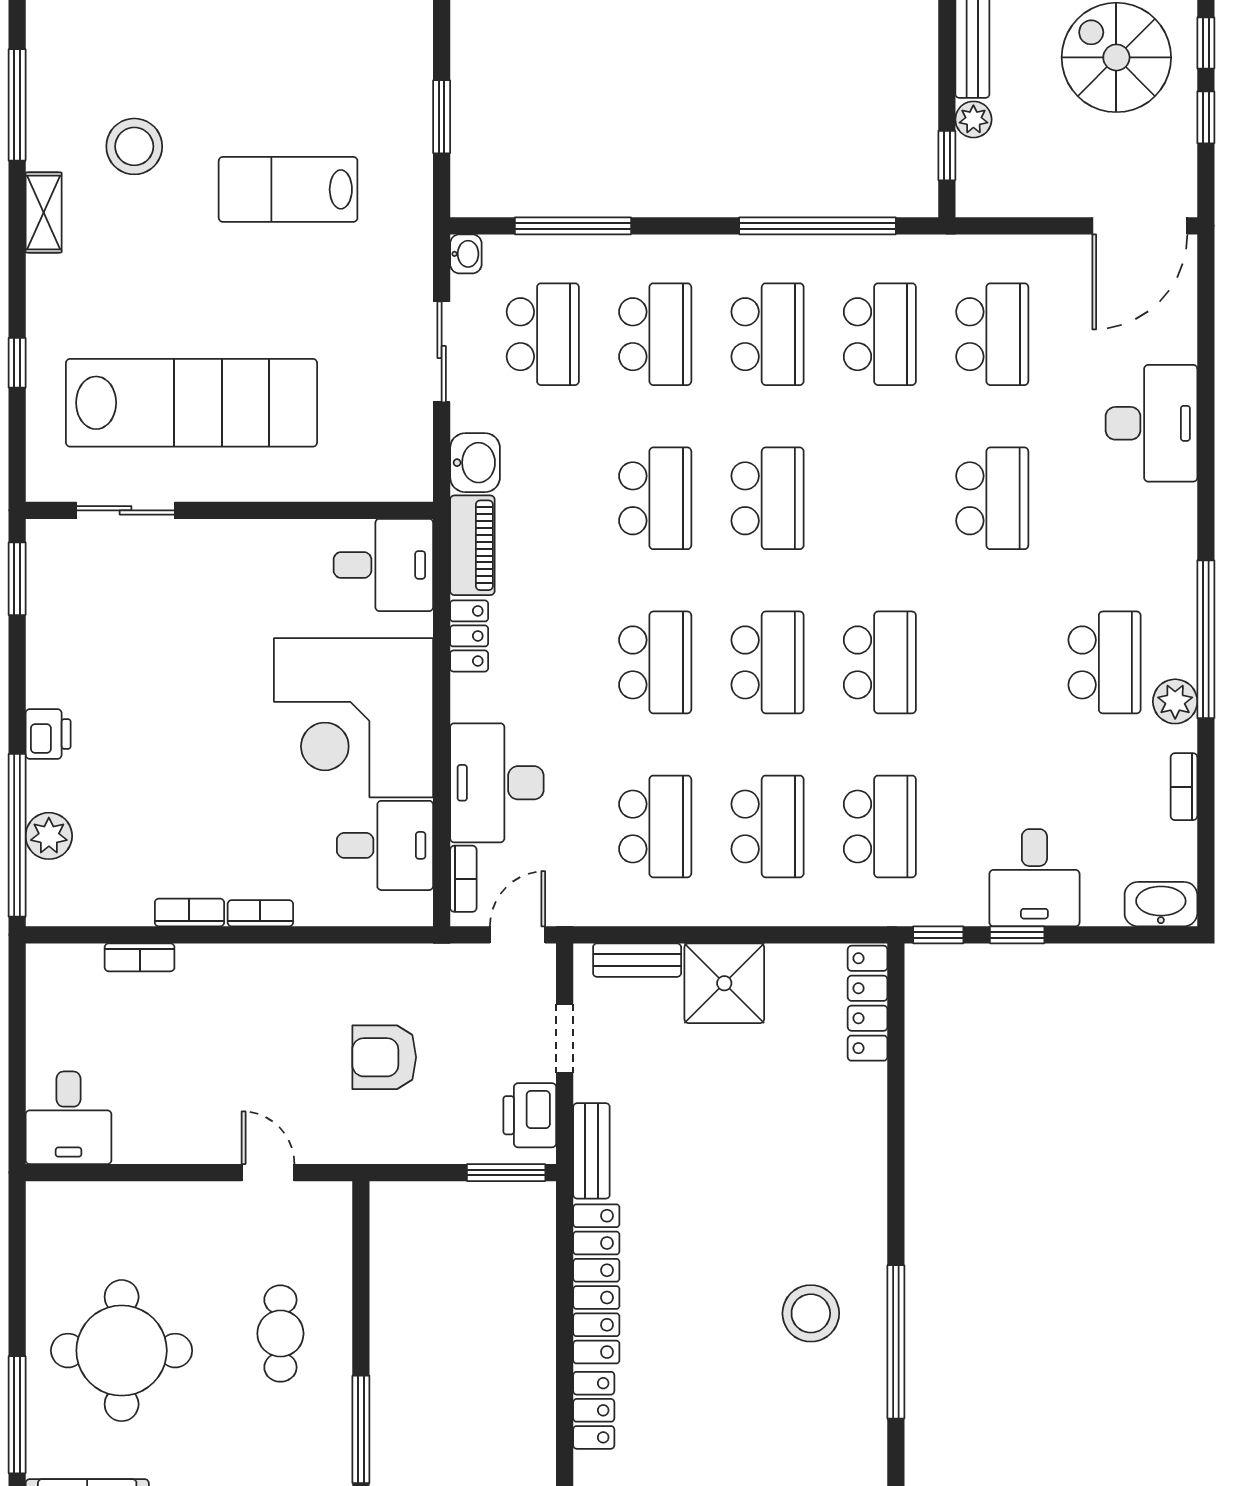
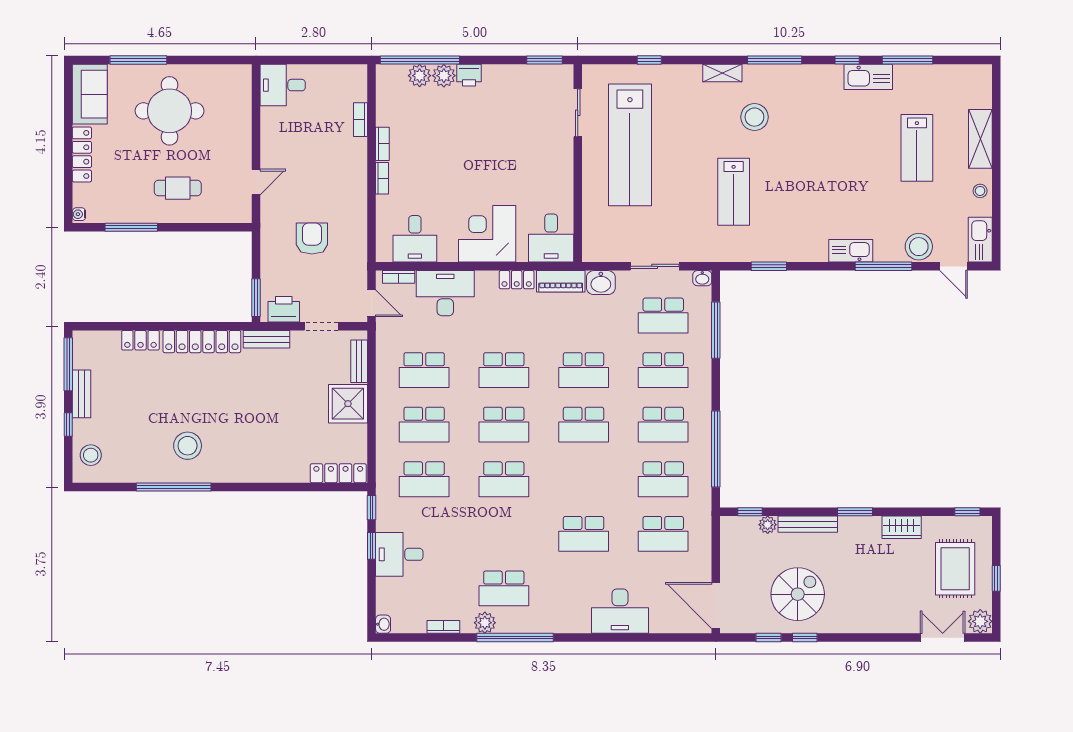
lab bench: (288, 189) -> (734, 192), turned 180
corner desk: (354, 718) -> (487, 234), width x0.74, depth x0.74
plant: (49, 786) -> (444, 76), added
washbasin: (1161, 904) -> (383, 624), width x0.52, depth x0.69

